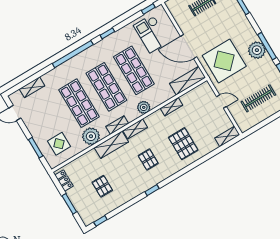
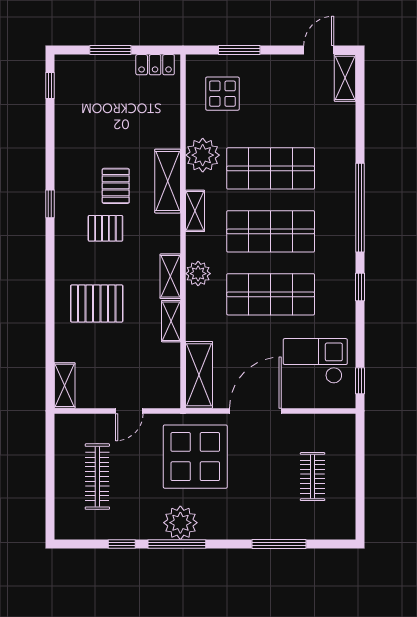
shelving: (32, 87) -> (345, 78), moved
shelving: (135, 129) -> (170, 276), moved
pallet: (102, 186) -> (116, 186), moved, turned 90

